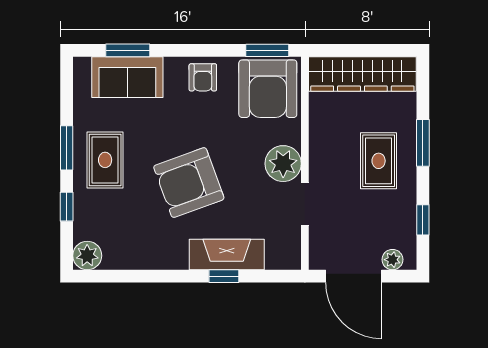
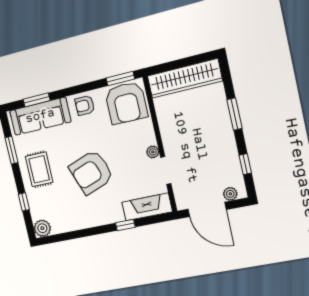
sofa: (127, 77) -> (40, 116), width x1.36
armchair: (203, 77) -> (85, 105), turned 90
window: (67, 148) -> (12, 150), moved
rug: (379, 161) -> (207, 132), removed
plant: (283, 164) -> (153, 152), width x0.53, depth x0.53
fireplace: (227, 255) -> (147, 207), moved

